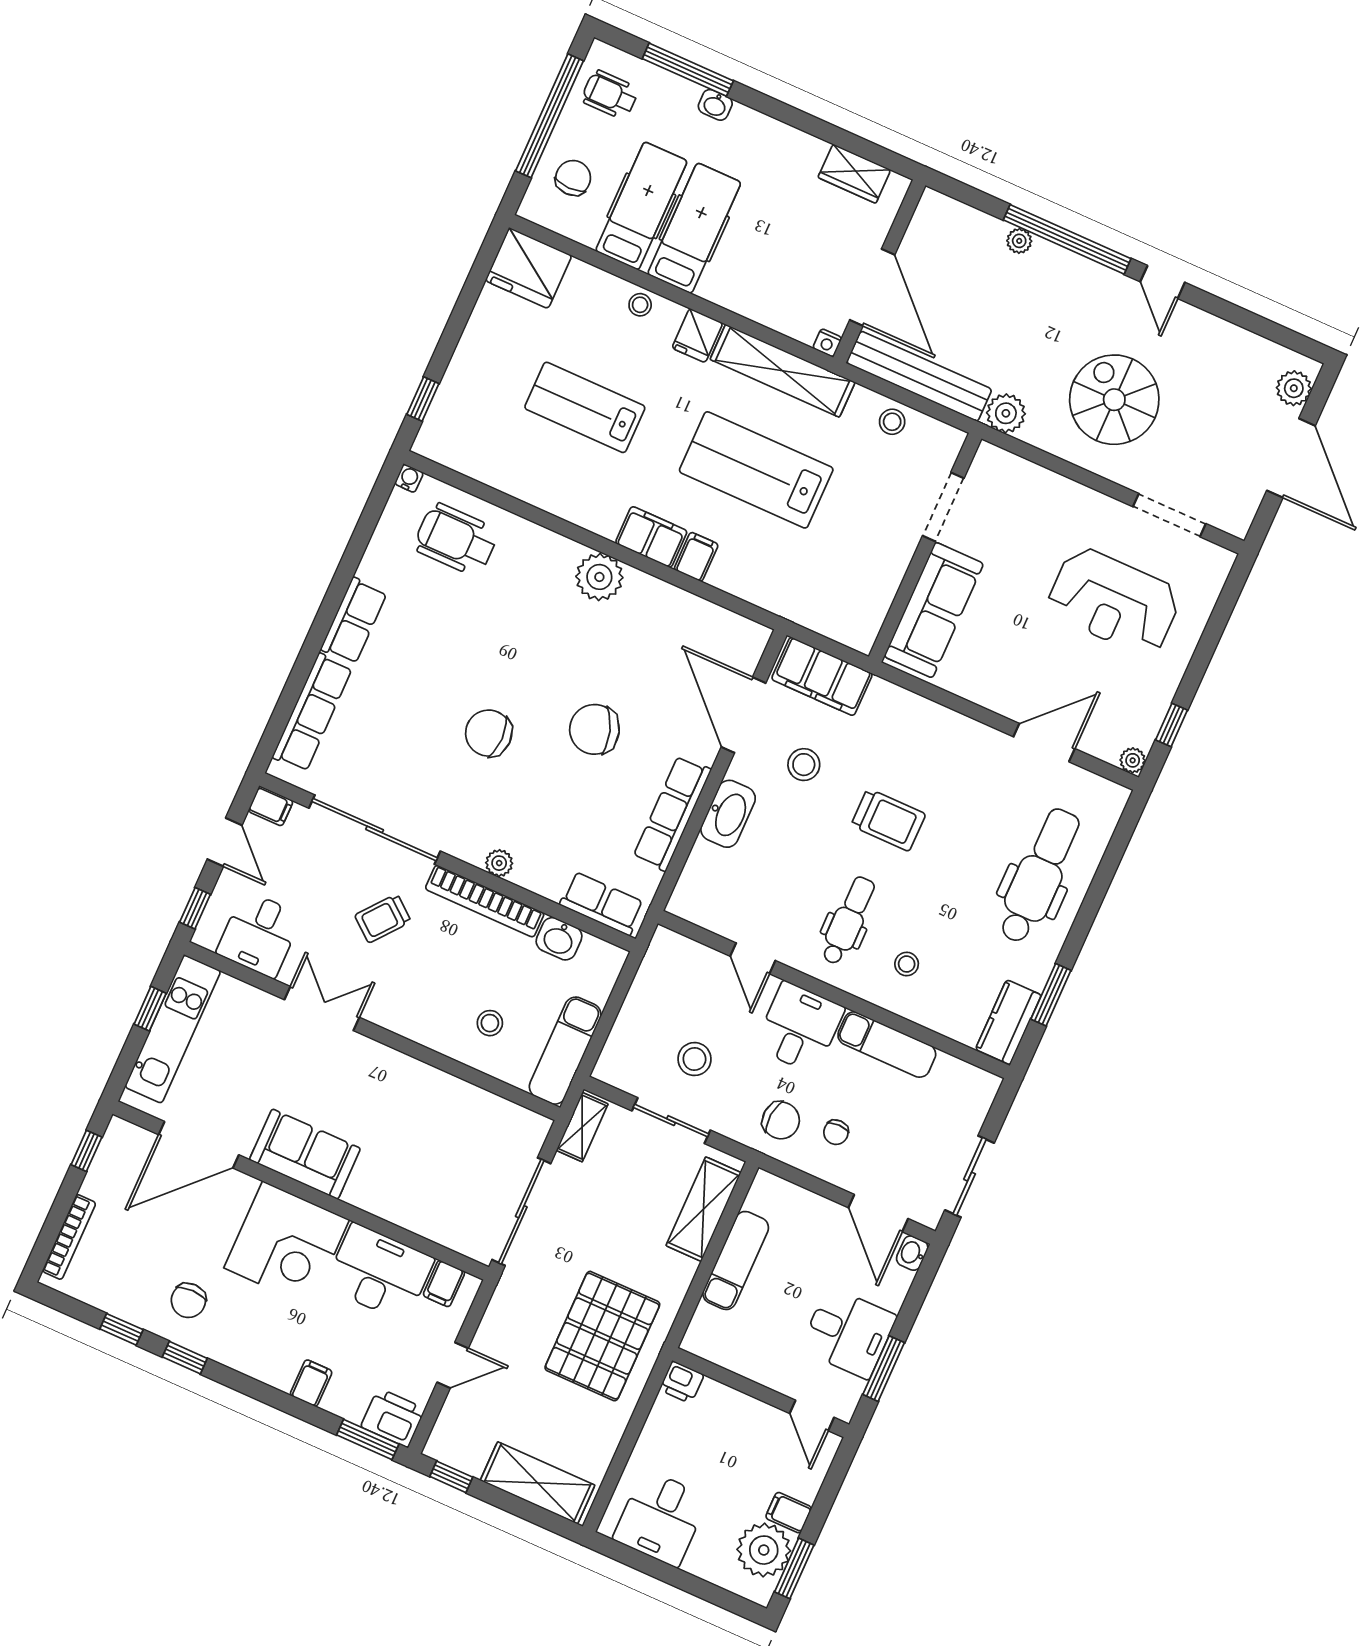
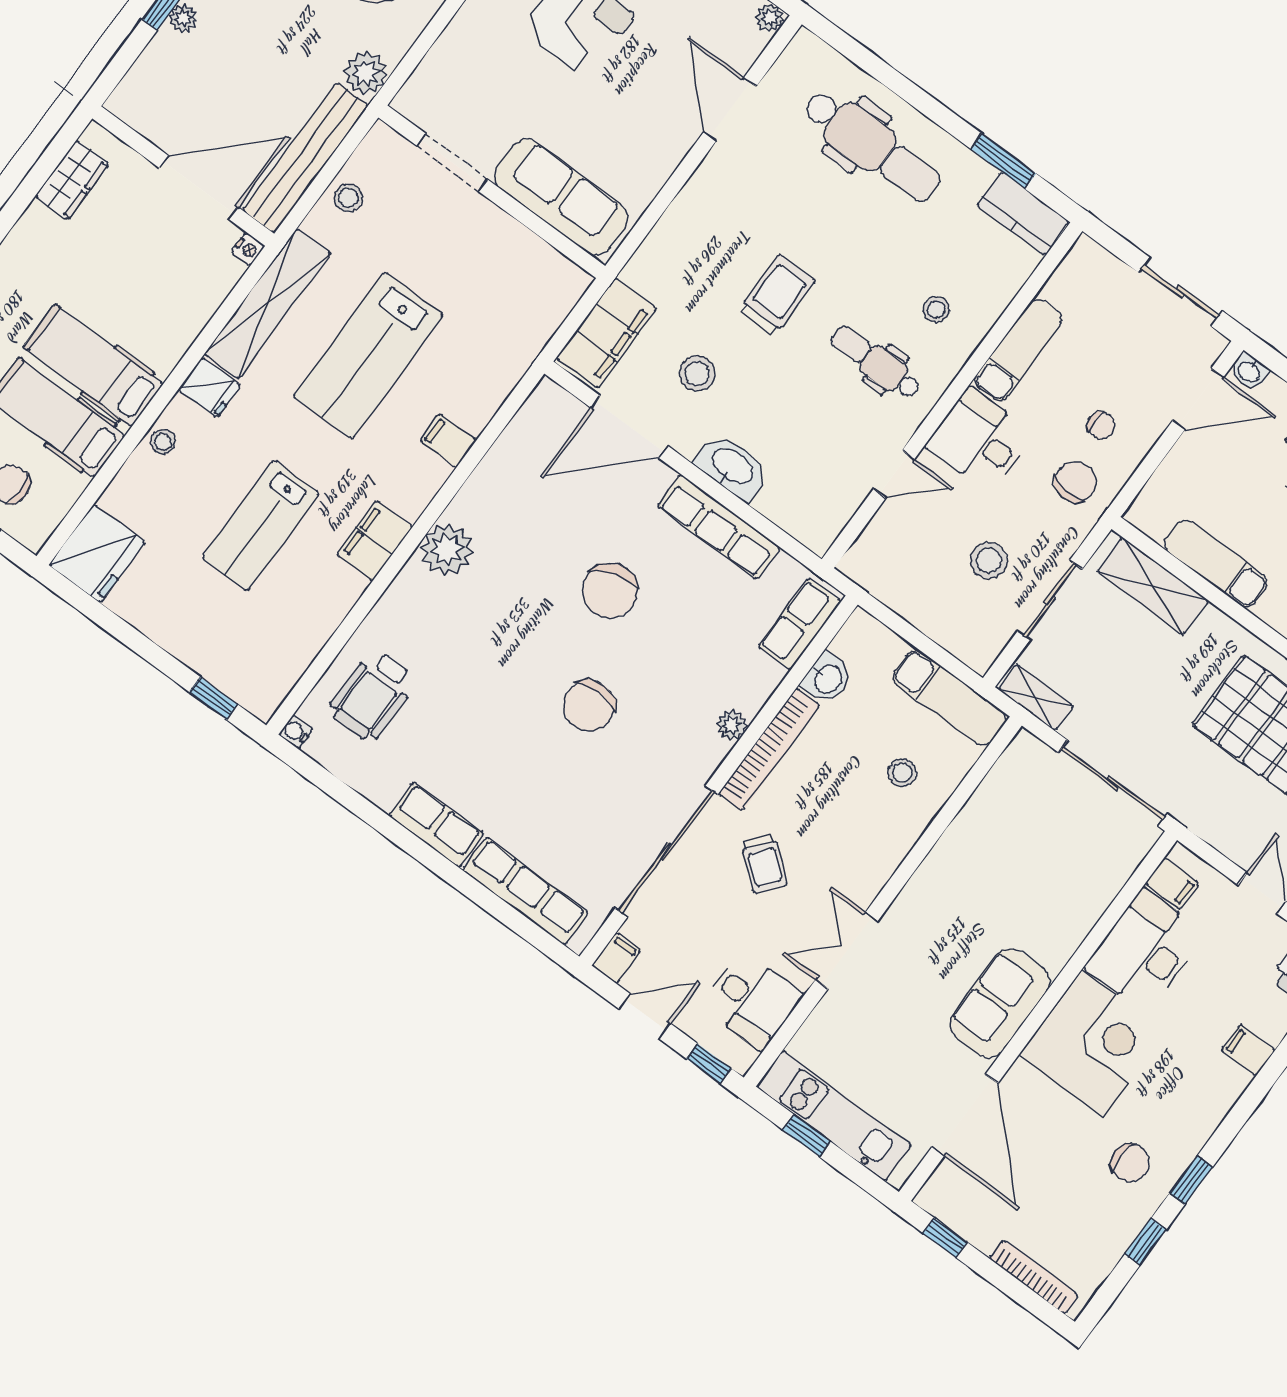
filing cabinet: (651, 537) -> (375, 541), moved
dental chair: (1039, 876) -> (872, 146), turned 180

